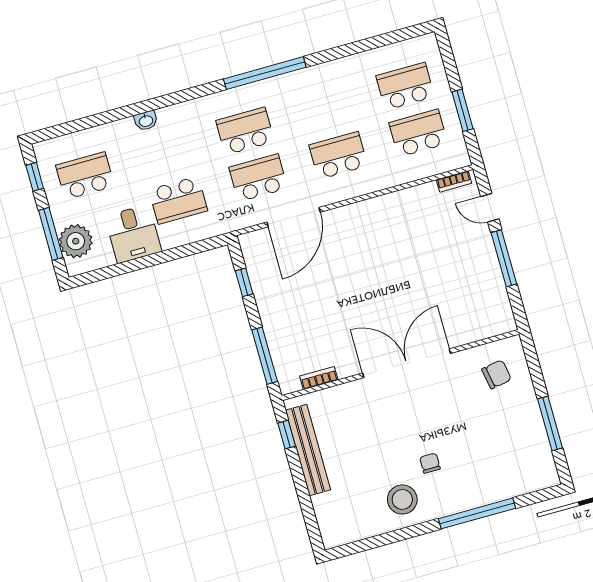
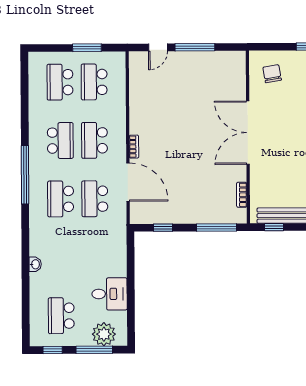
bookcase: (454, 181) -> (134, 147), moved
school desk: (178, 200) -> (60, 141), moved

